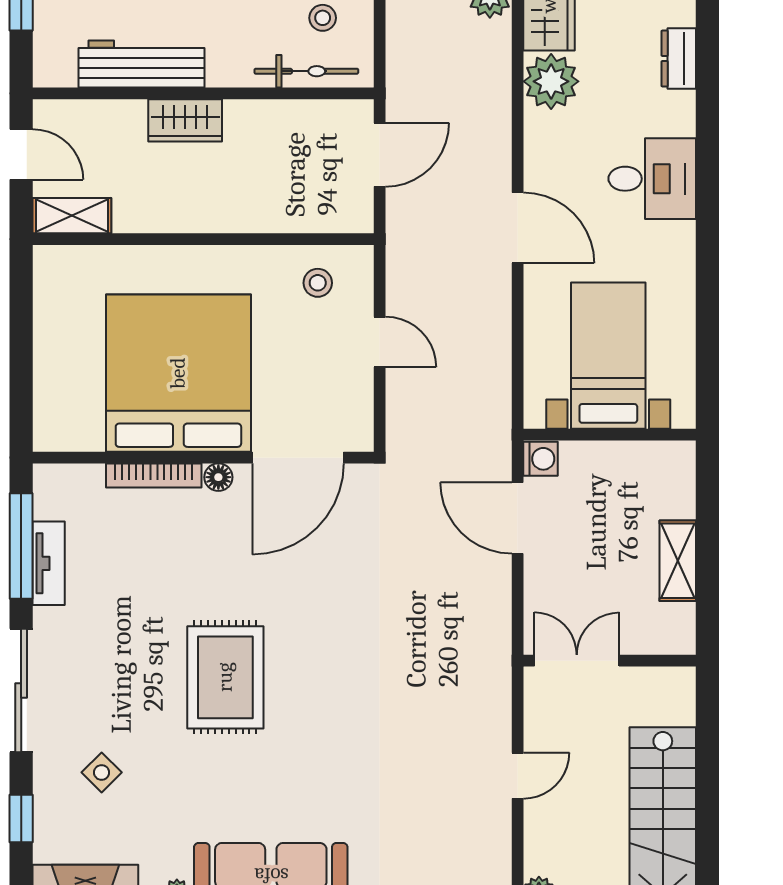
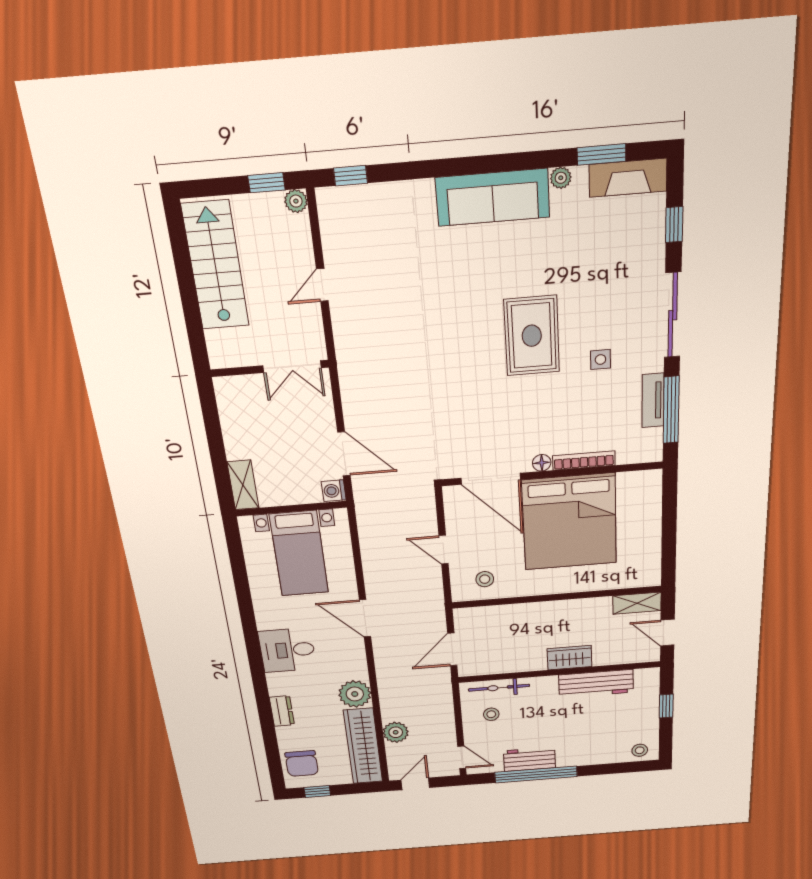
door: (298, 458) -> (491, 479), swing flipped
shelving: (678, 561) -> (243, 485), moved
side table: (102, 772) -> (600, 359), moved, turned 45

